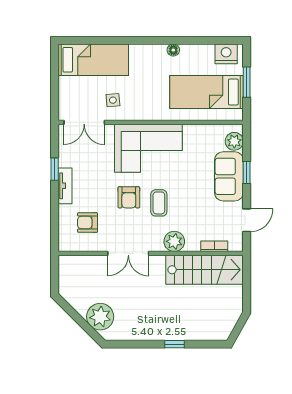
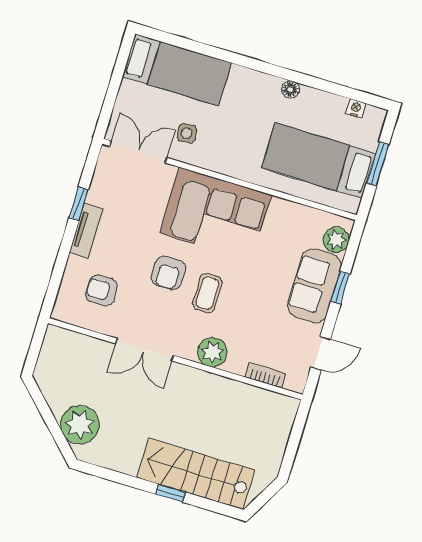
nightstand: (226, 54) -> (356, 108), width x0.53, depth x0.56
double door: (84, 122) -> (138, 152), swing flipped
stairs: (205, 270) -> (196, 474), moved, turned 180

